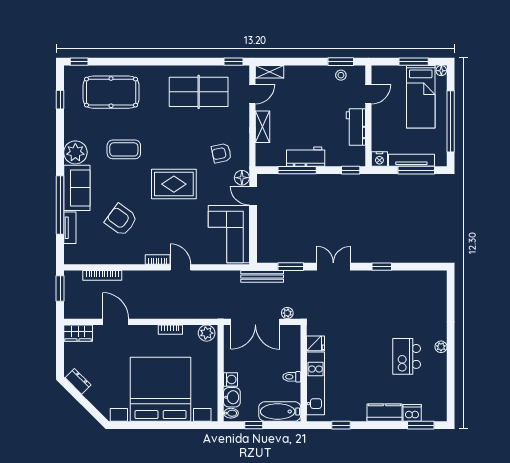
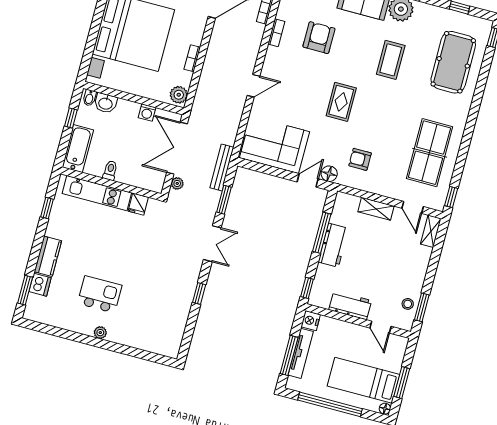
armchair: (221, 153) -> (360, 159), turned -78
rug: (174, 184) -> (341, 102), width x0.73, depth x0.70
armchair: (121, 220) -> (319, 38), turned -36
bookcase: (158, 260) -> (276, 33), moved
washing machine: (230, 379) -> (147, 113), moved

